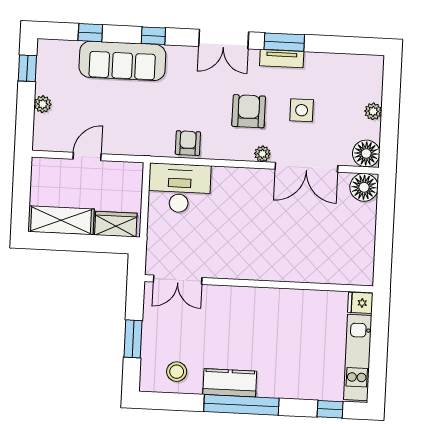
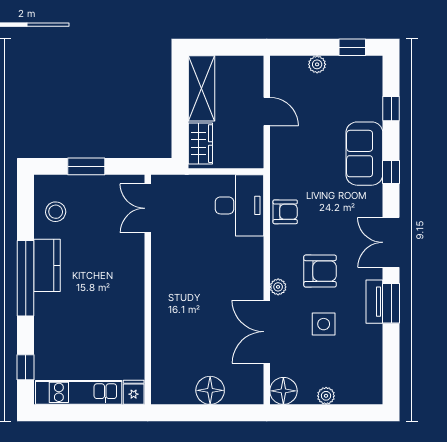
sofa: (122, 61) -> (364, 154), width x0.73
floor lamp: (364, 187) -> (210, 390), moved

